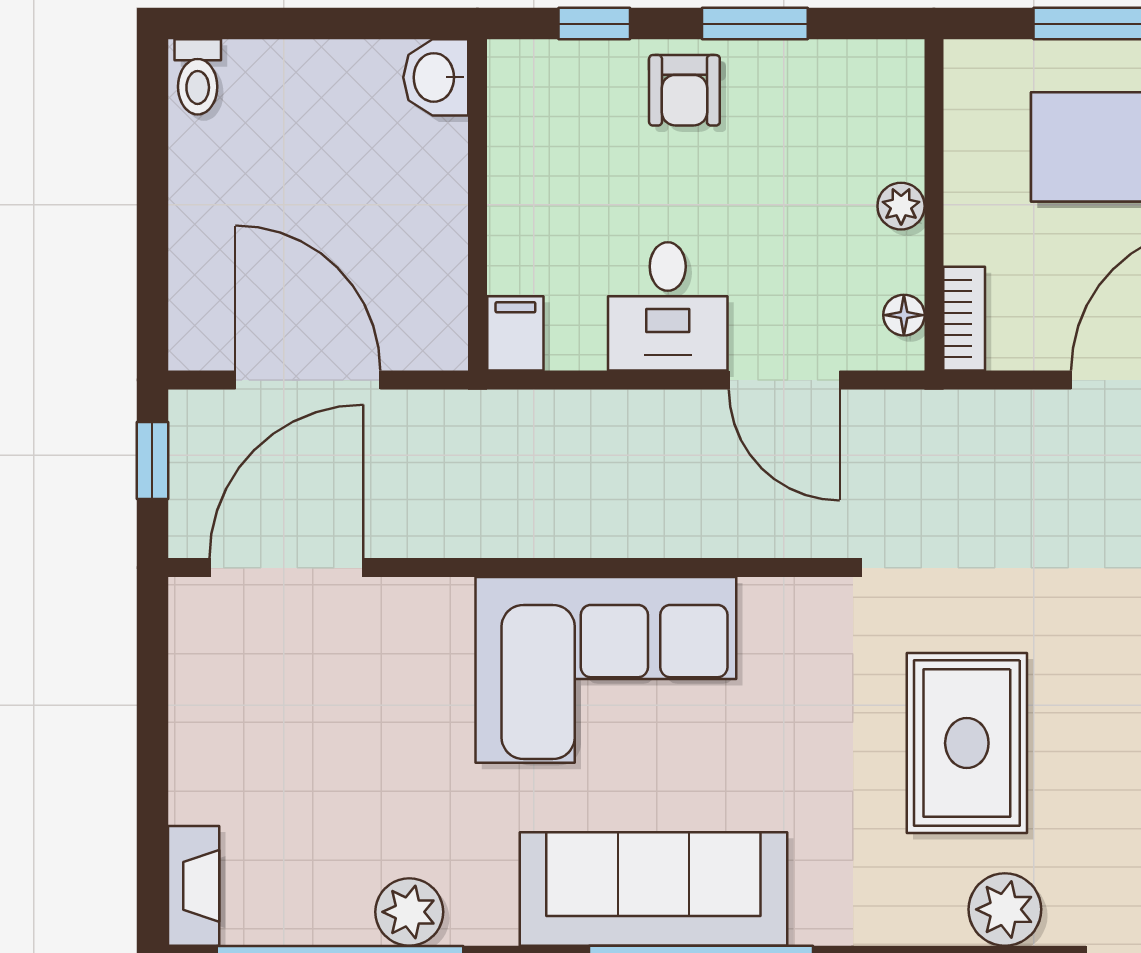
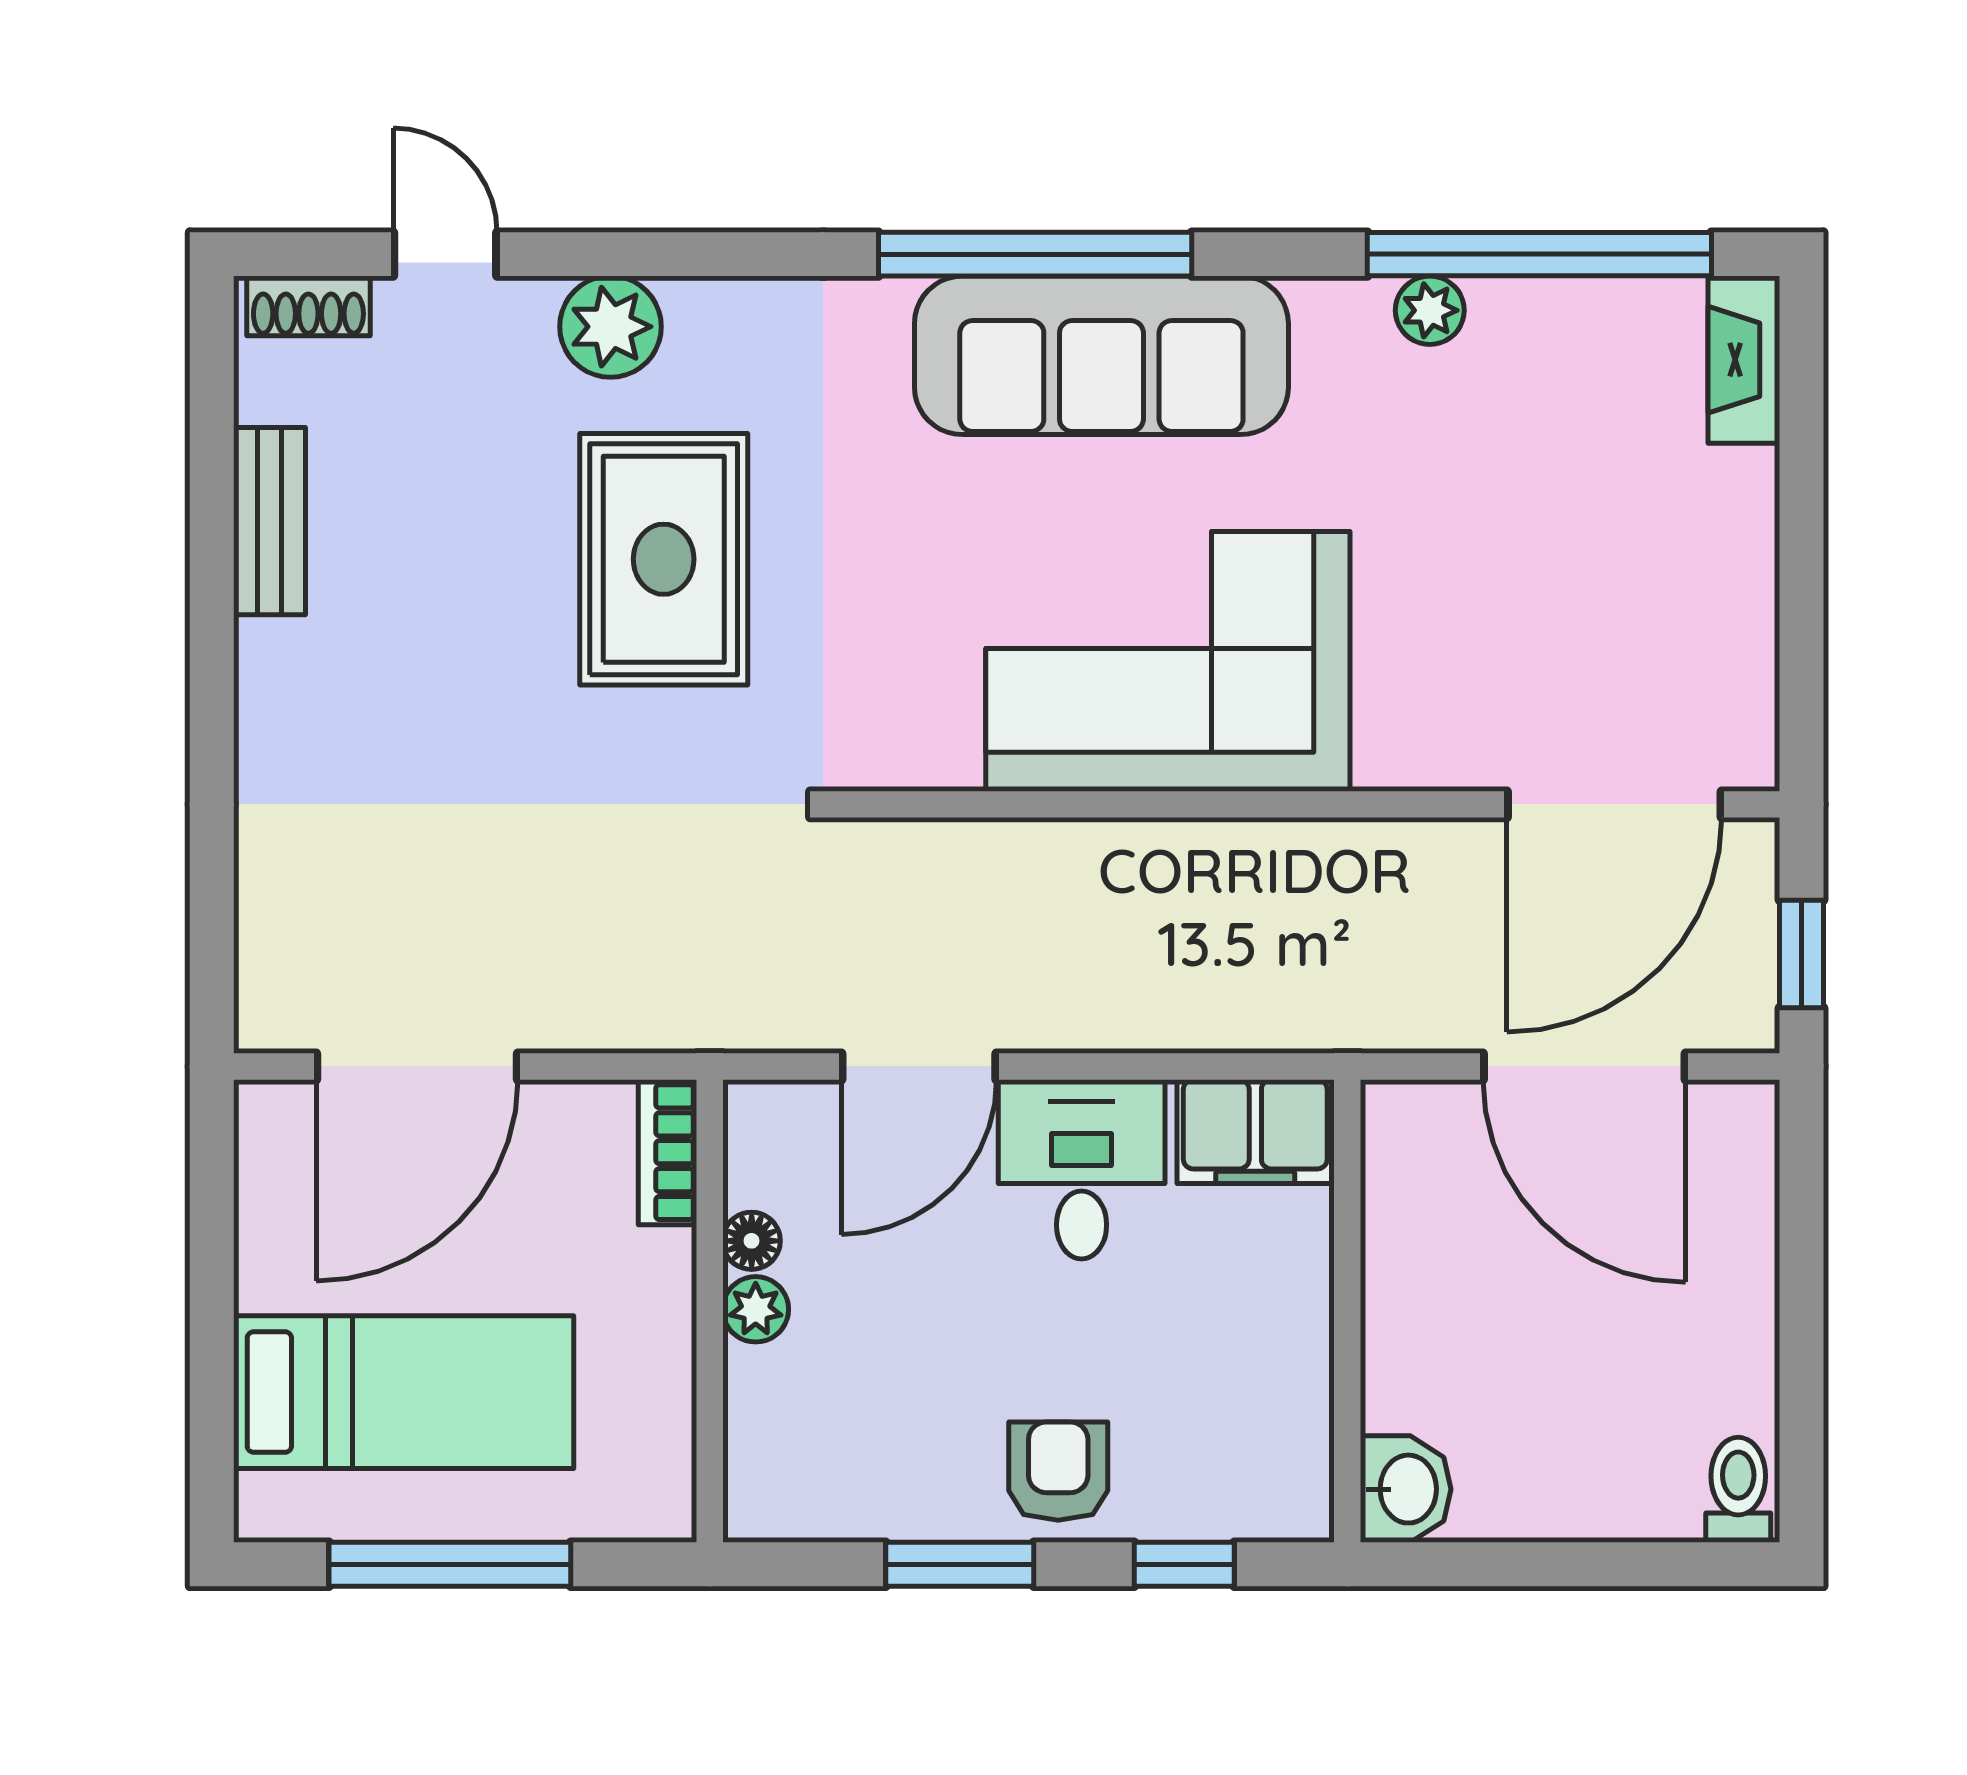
floor lamp: (904, 315) -> (752, 1241), moved
filing cabinet: (515, 333) -> (1255, 1132), width x2.00
door: (784, 380) -> (919, 1066), swing flipped
plant: (409, 912) -> (1430, 310), width x0.73, depth x0.73

